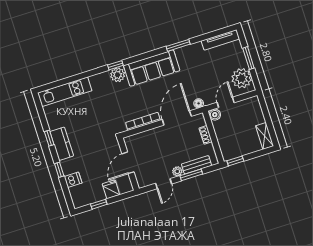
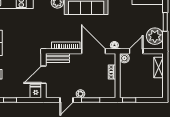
door: (177, 118) -> (93, 51), hinge flipped
shelving: (265, 136) -> (159, 68), moved
bench: (197, 165) -> (57, 58), moved
fridge: (111, 189) -> (36, 91), moved

